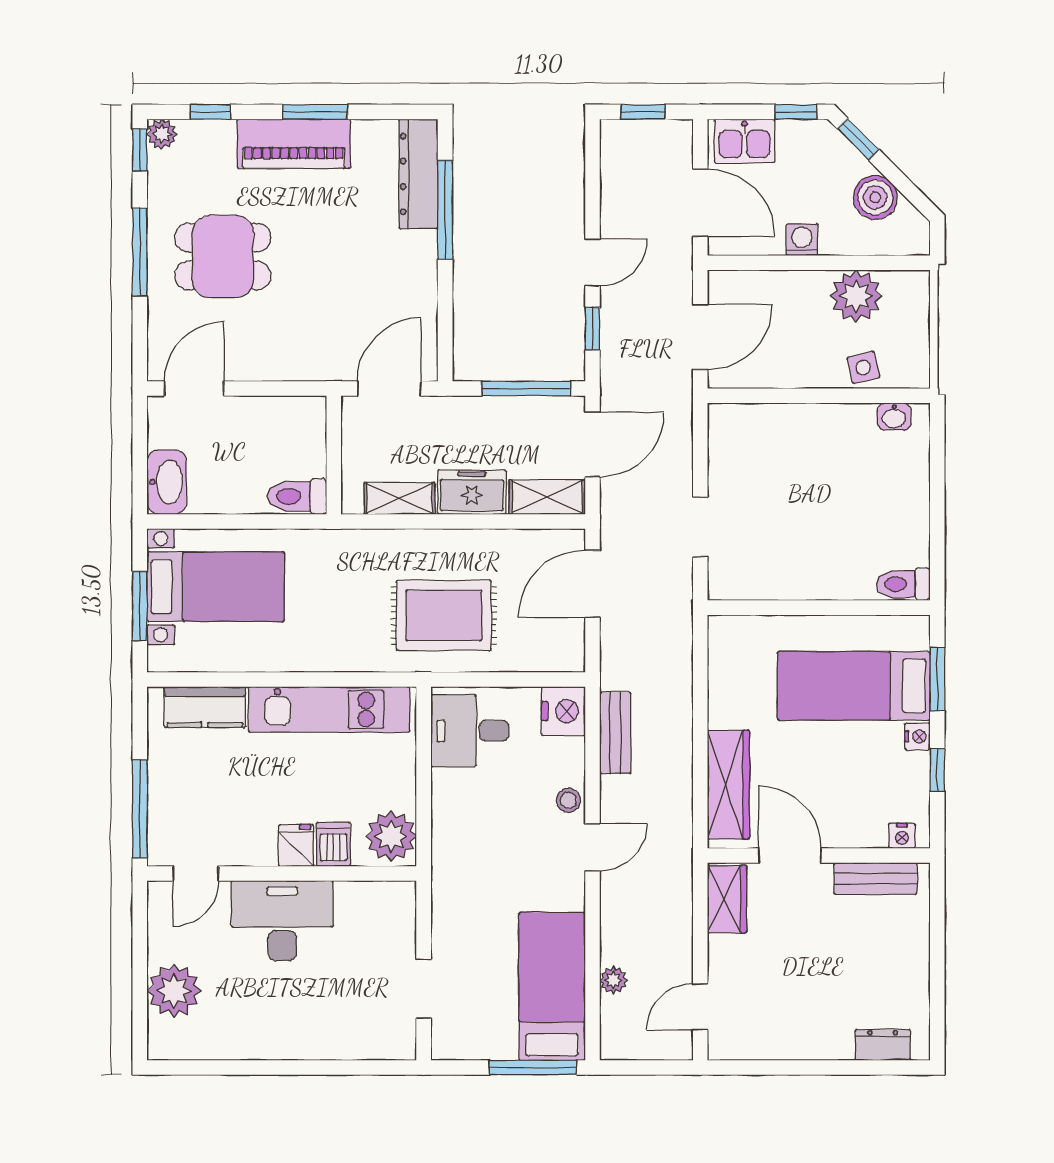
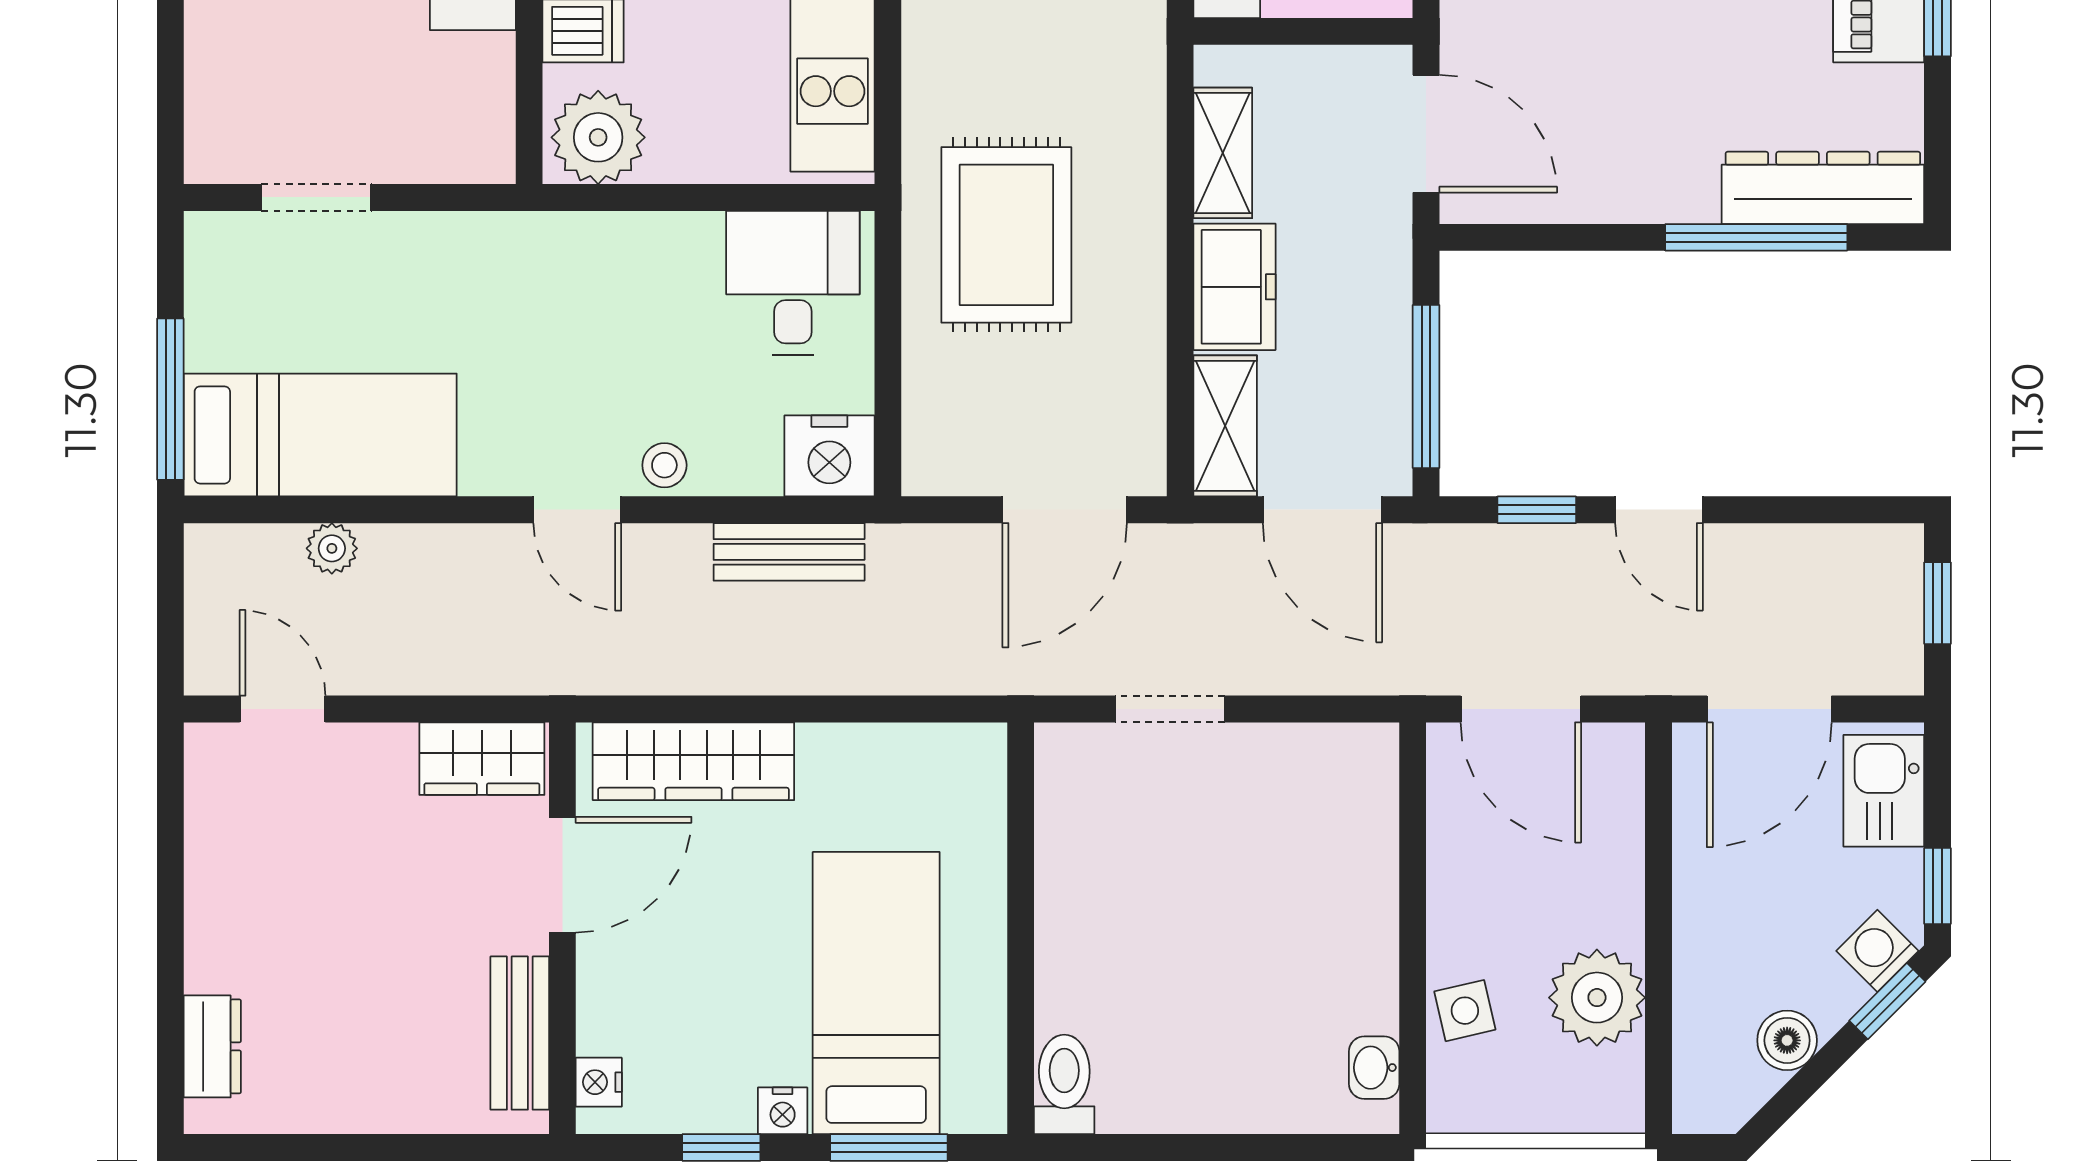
boiler: (875, 197) -> (1787, 1040), width x0.73, depth x0.73
washing machine: (802, 240) -> (1877, 951), moved, turned -135
door: (592, 584) -> (1065, 510), swing flipped

